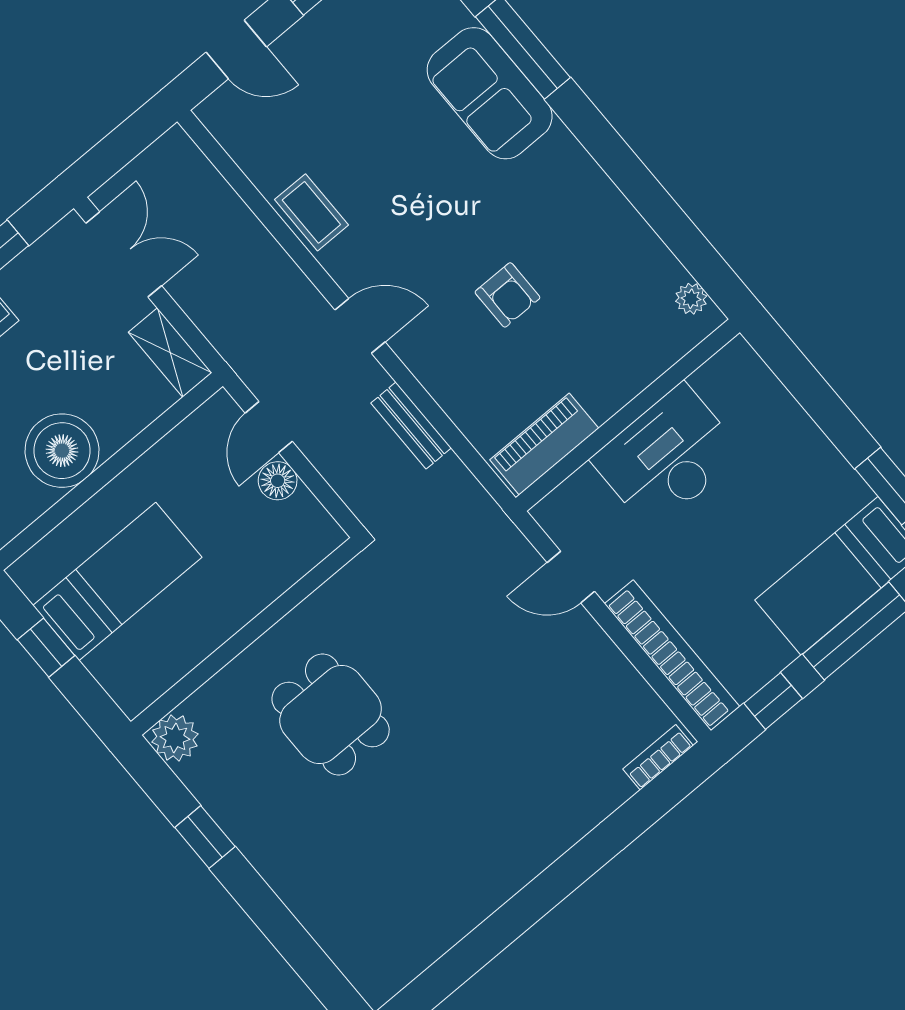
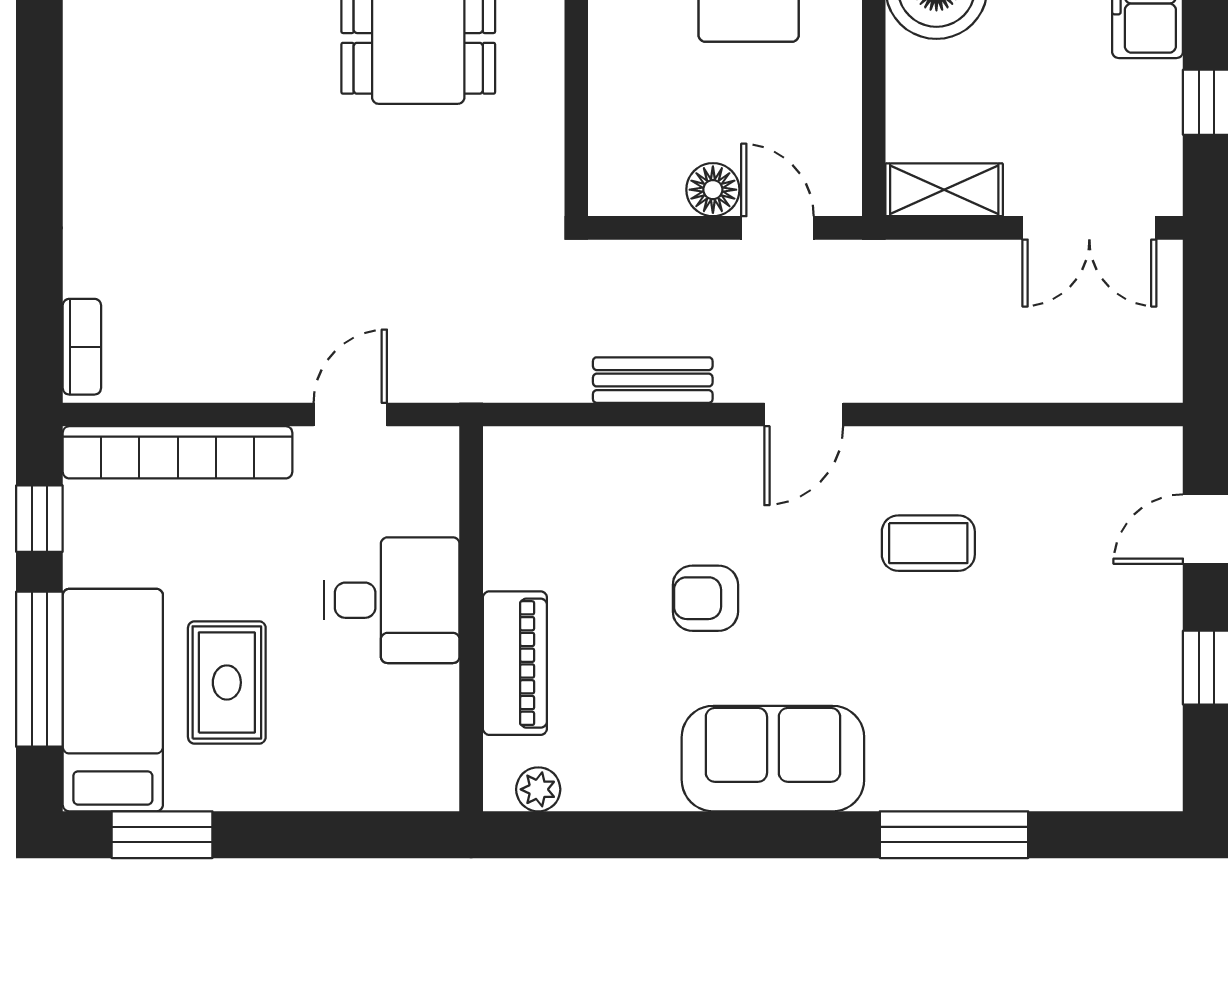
sofa: (490, 93) -> (773, 759), moved
coffee table: (311, 212) -> (928, 543), moved
piano: (544, 444) -> (515, 663), moved
desk: (667, 457) -> (392, 600), width x0.73
rug: (777, 521) -> (227, 682), added

